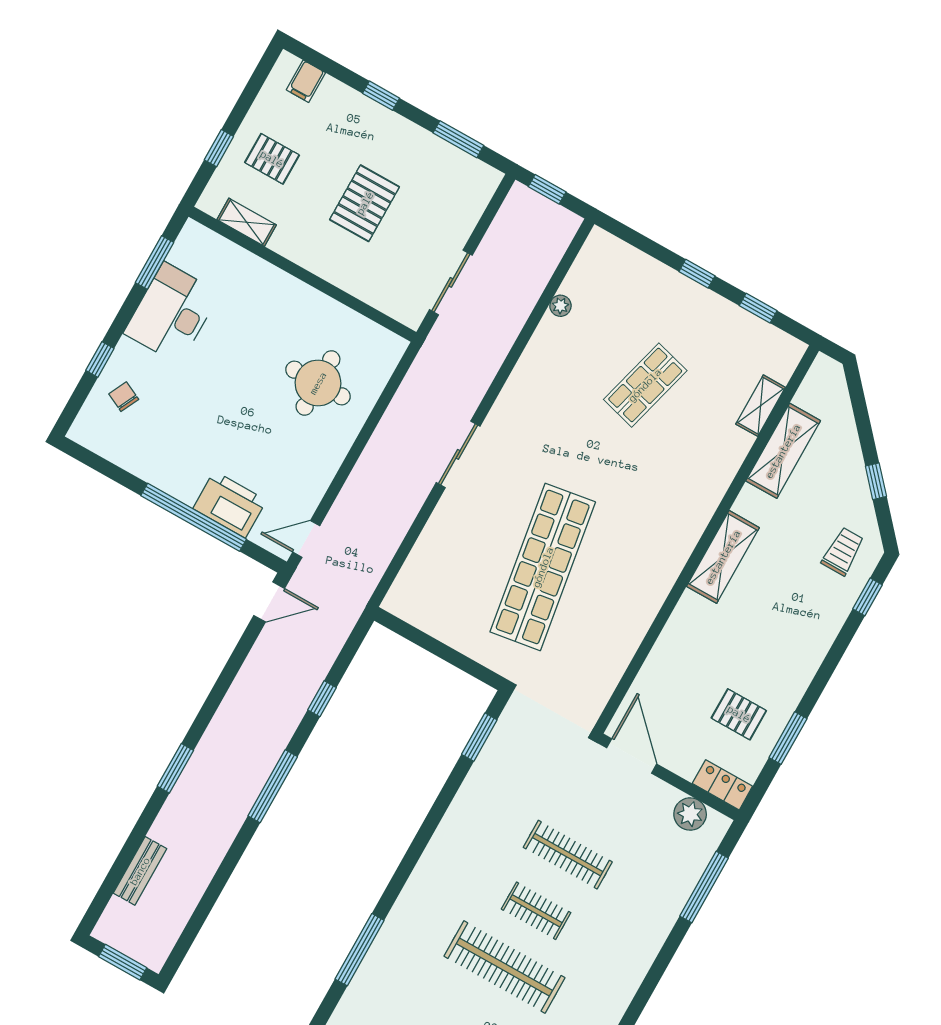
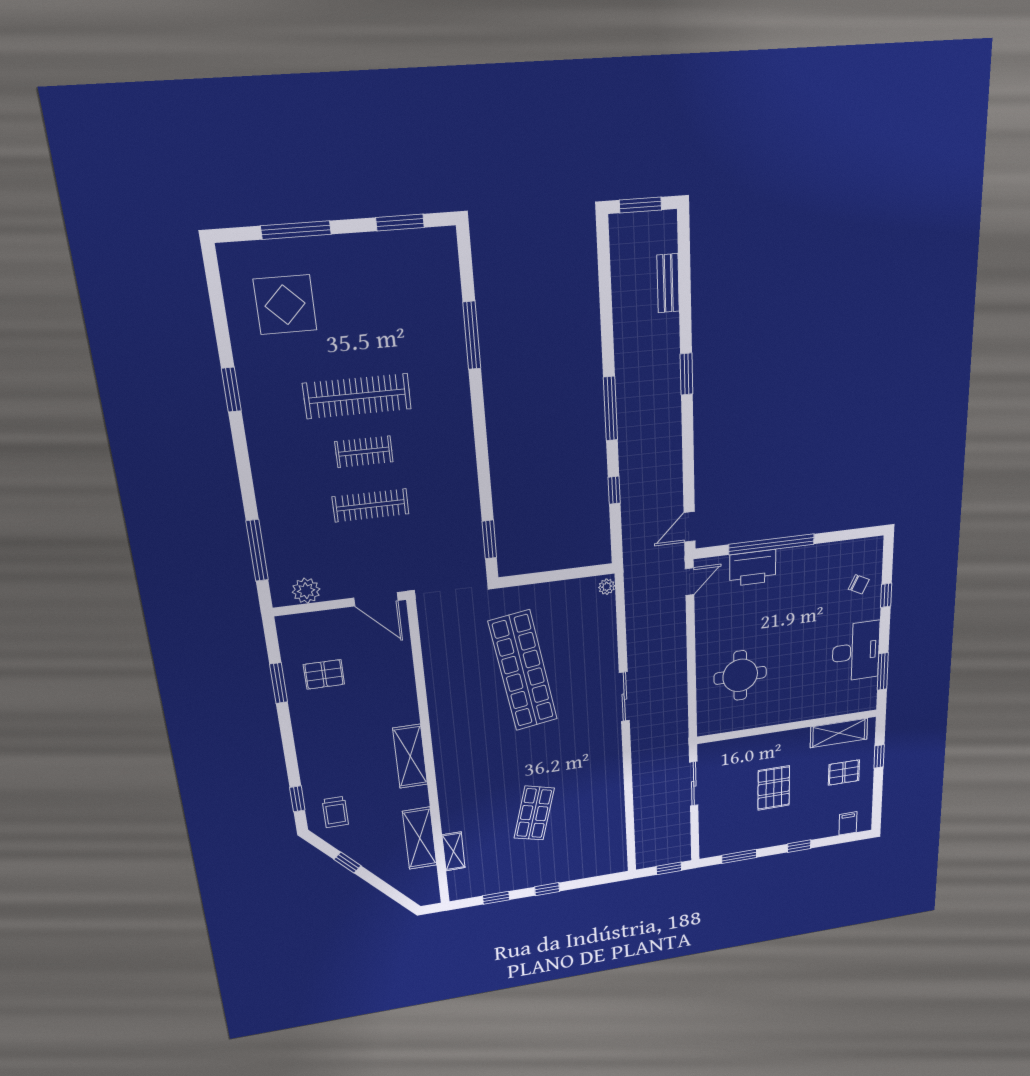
shelving: (247, 222) -> (839, 733), width x1.50, depth x1.33
plant: (560, 306) -> (607, 587), moved
locker: (722, 785) -> (299, 624), removed

